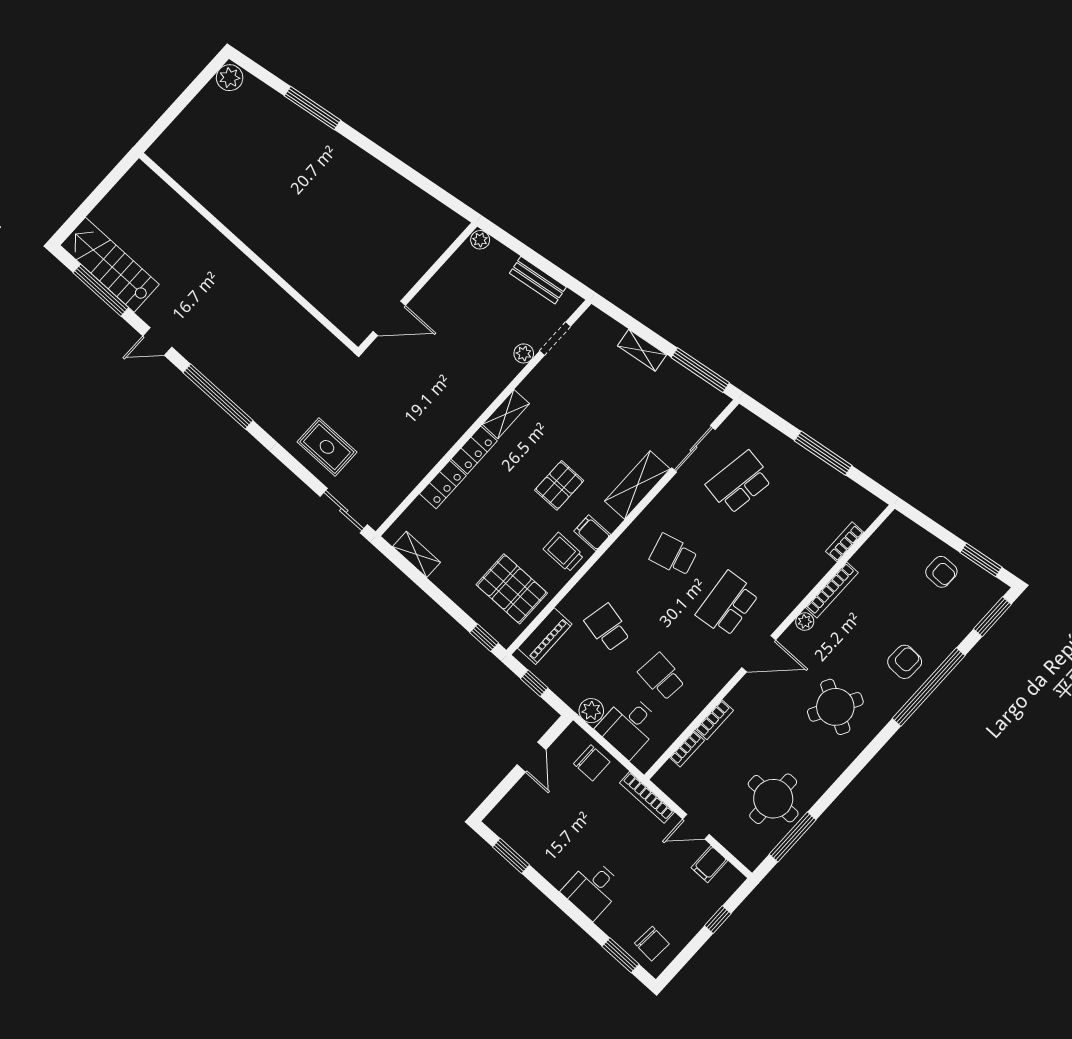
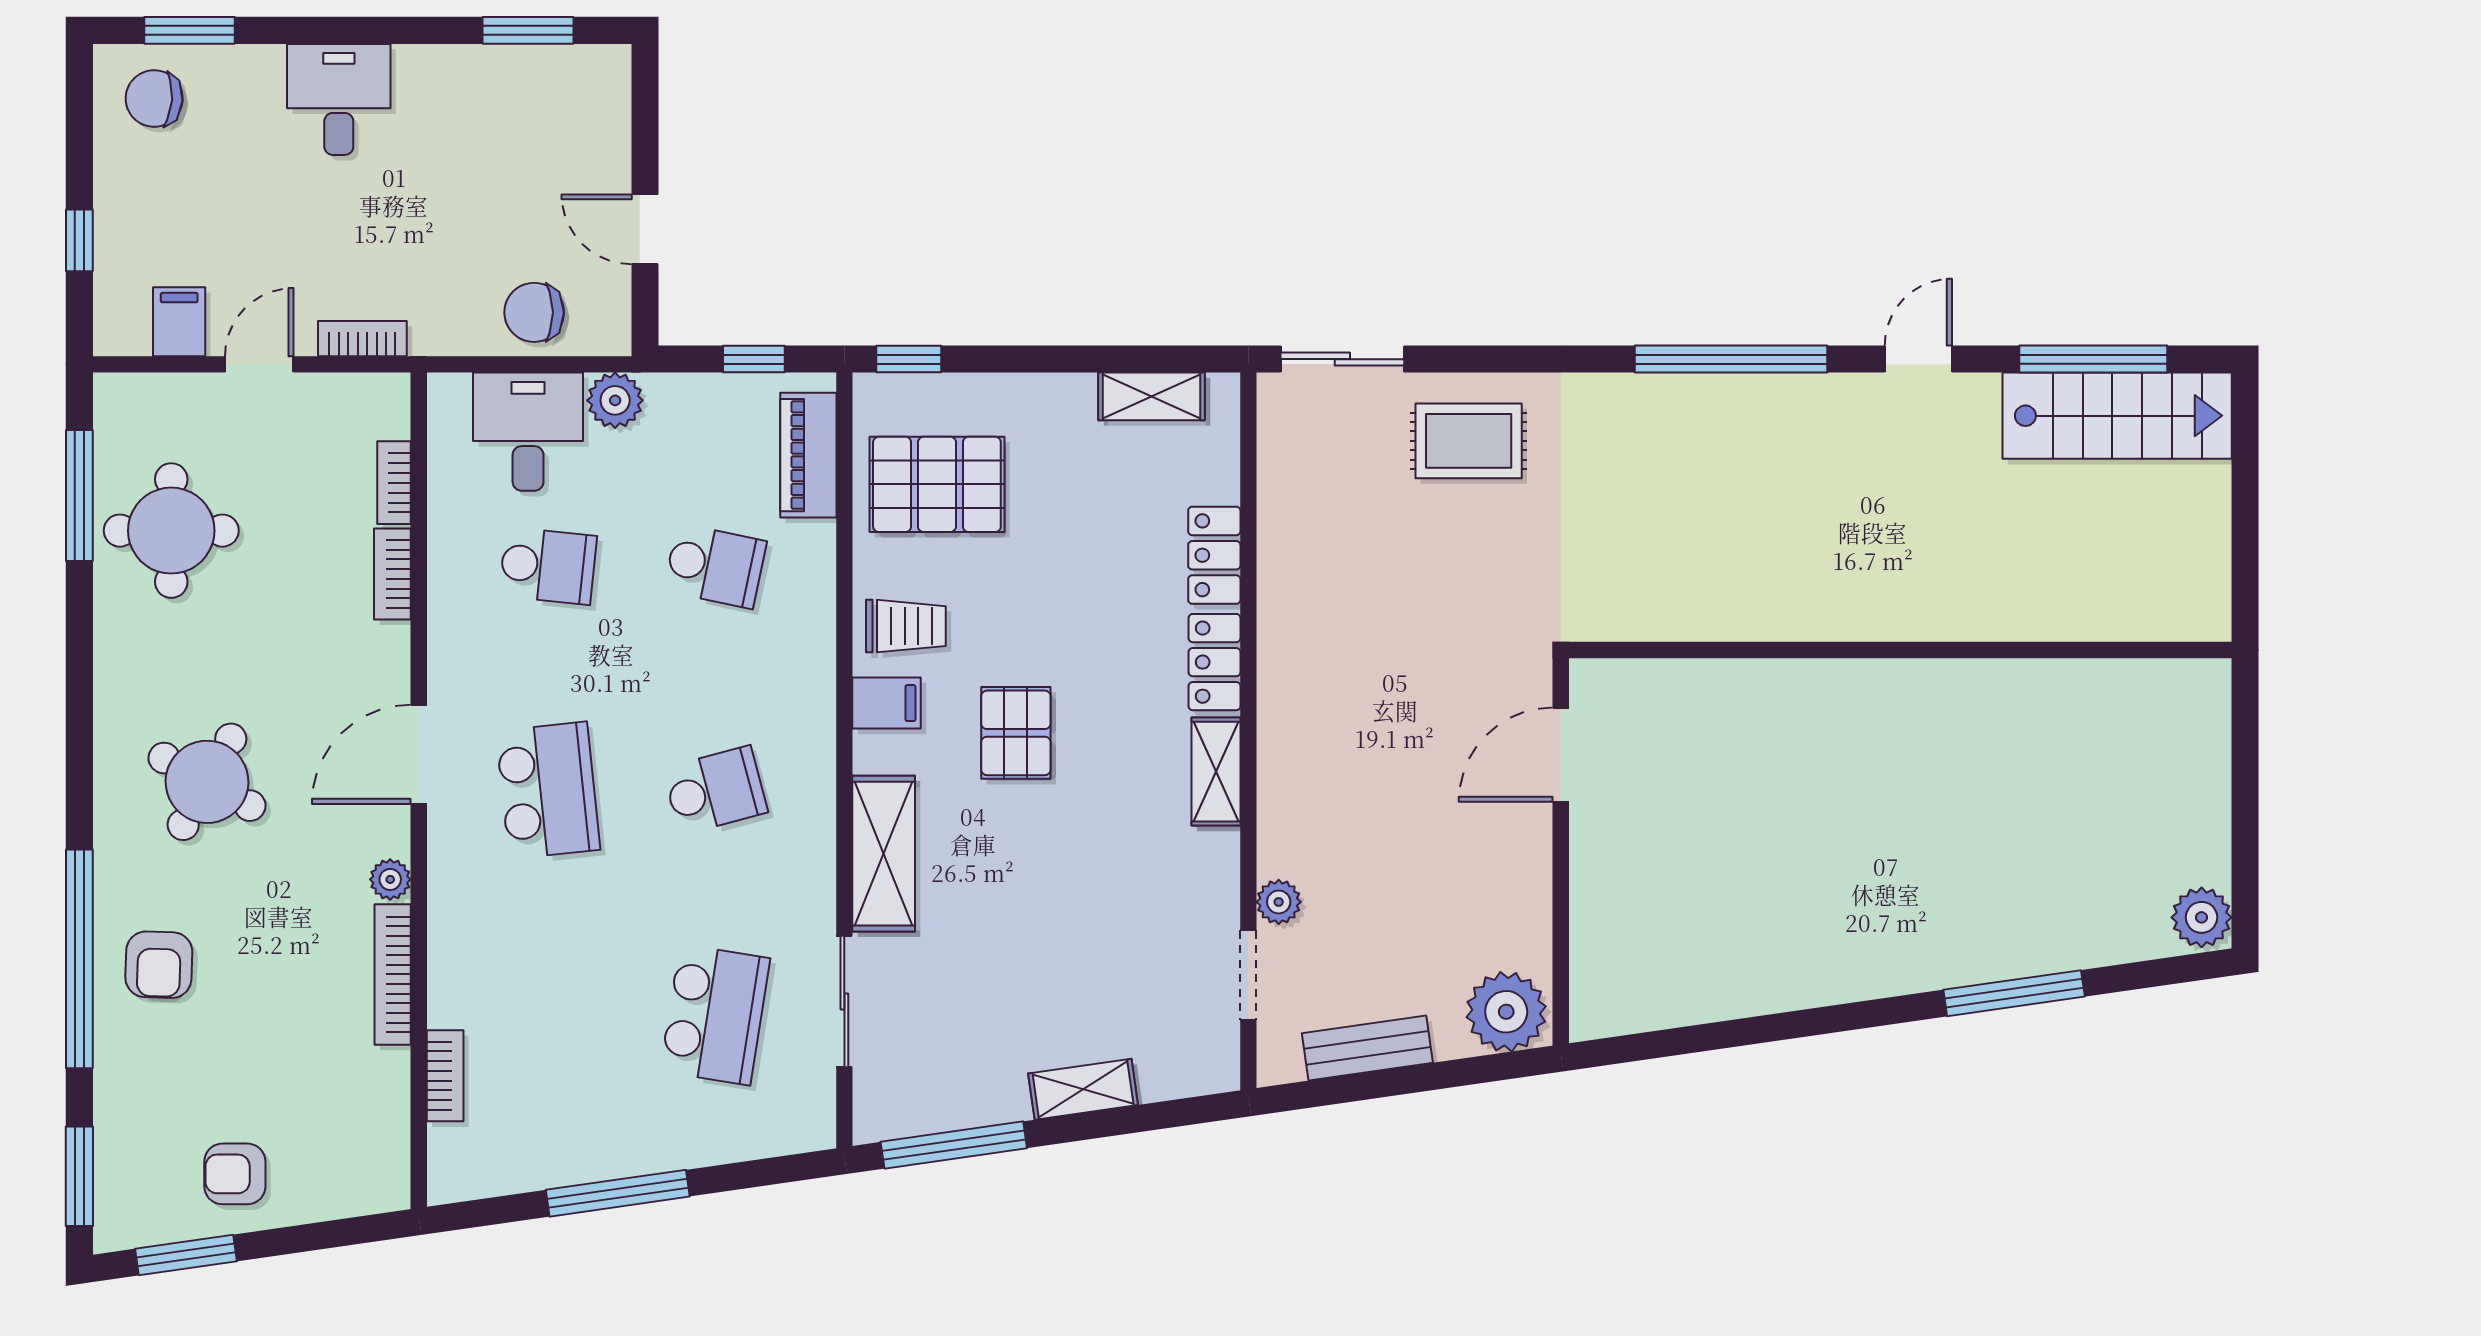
plant: (480, 240) -> (1506, 1012), width x1.88, depth x1.88
bookcase: (647, 797) -> (362, 339), width x0.64

